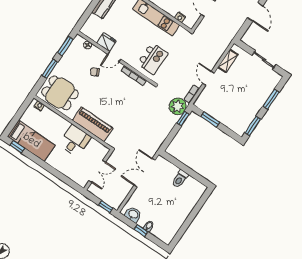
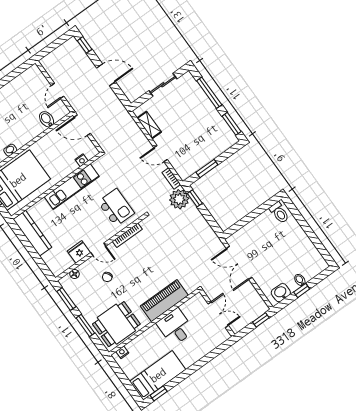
door: (114, 57) -> (98, 249), hinge flipped
window: (271, 99) -> (209, 93), width x1.44
toilet: (180, 179) -> (279, 213), moved

